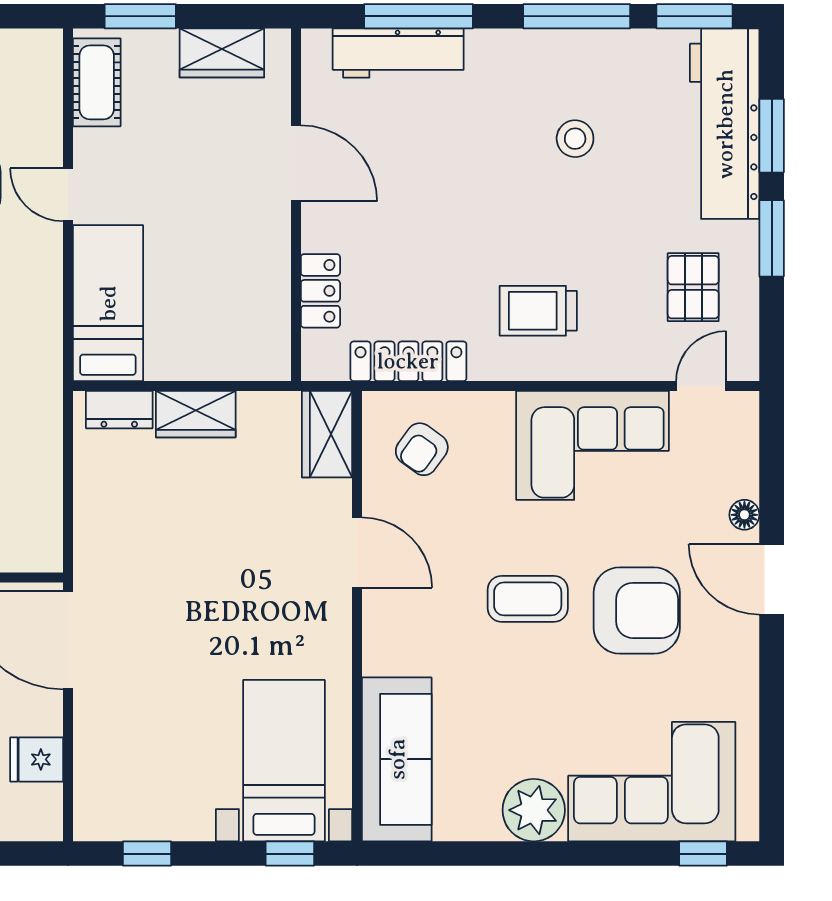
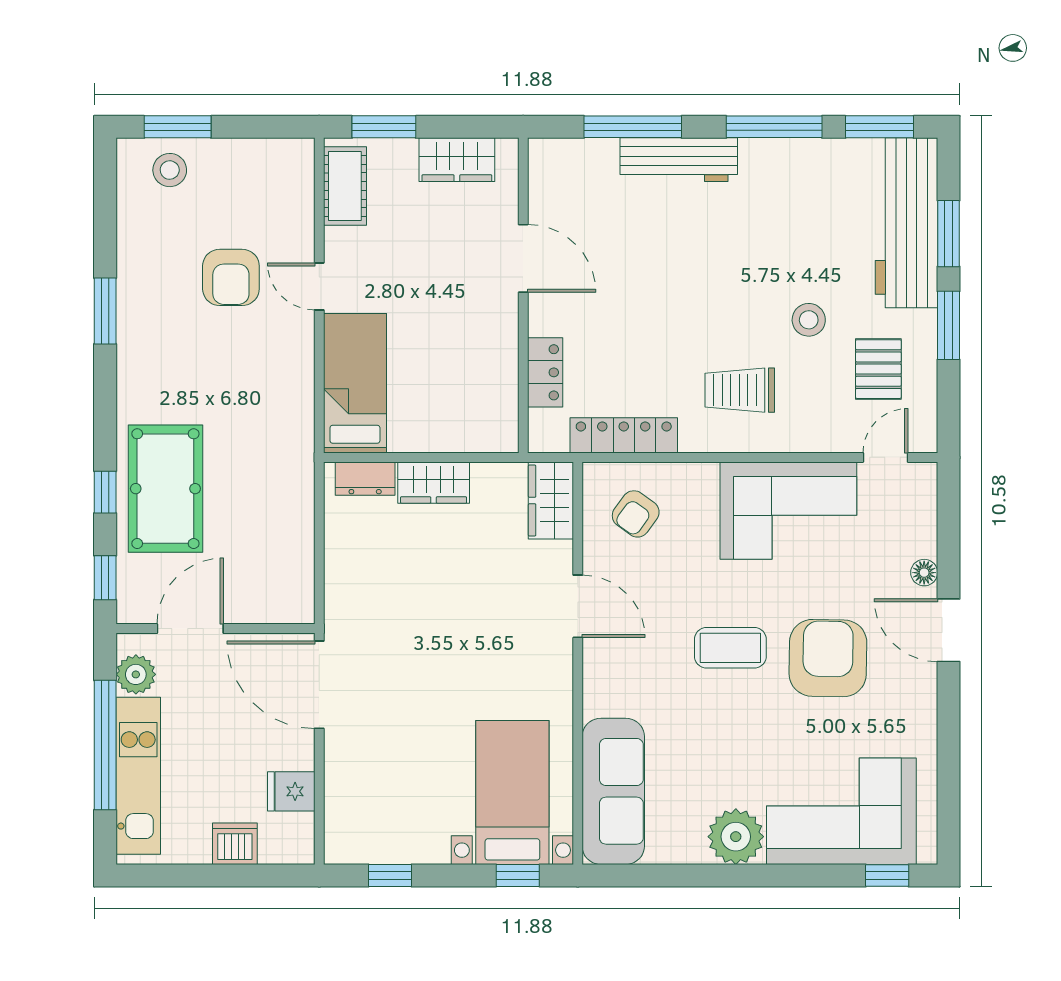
workbench: (398, 53) -> (679, 160), moved
stool: (575, 139) -> (809, 320), moved
armchair: (637, 610) -> (828, 658), turned -89

